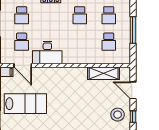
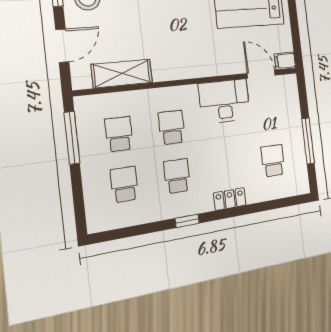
window: (133, 30) -> (72, 138), moved
school desk: (22, 42) -> (172, 127), moved
door: (133, 90) -> (62, 46), hinge flipped

